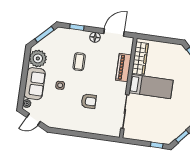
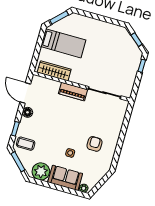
coffee table: (79, 62) -> (26, 144), moved
piano: (124, 68) -> (73, 92), moved
bed: (151, 86) -> (63, 43), moved, turned 90
armchair: (89, 101) -> (95, 144), moved
door: (33, 119) -> (100, 184), removed

